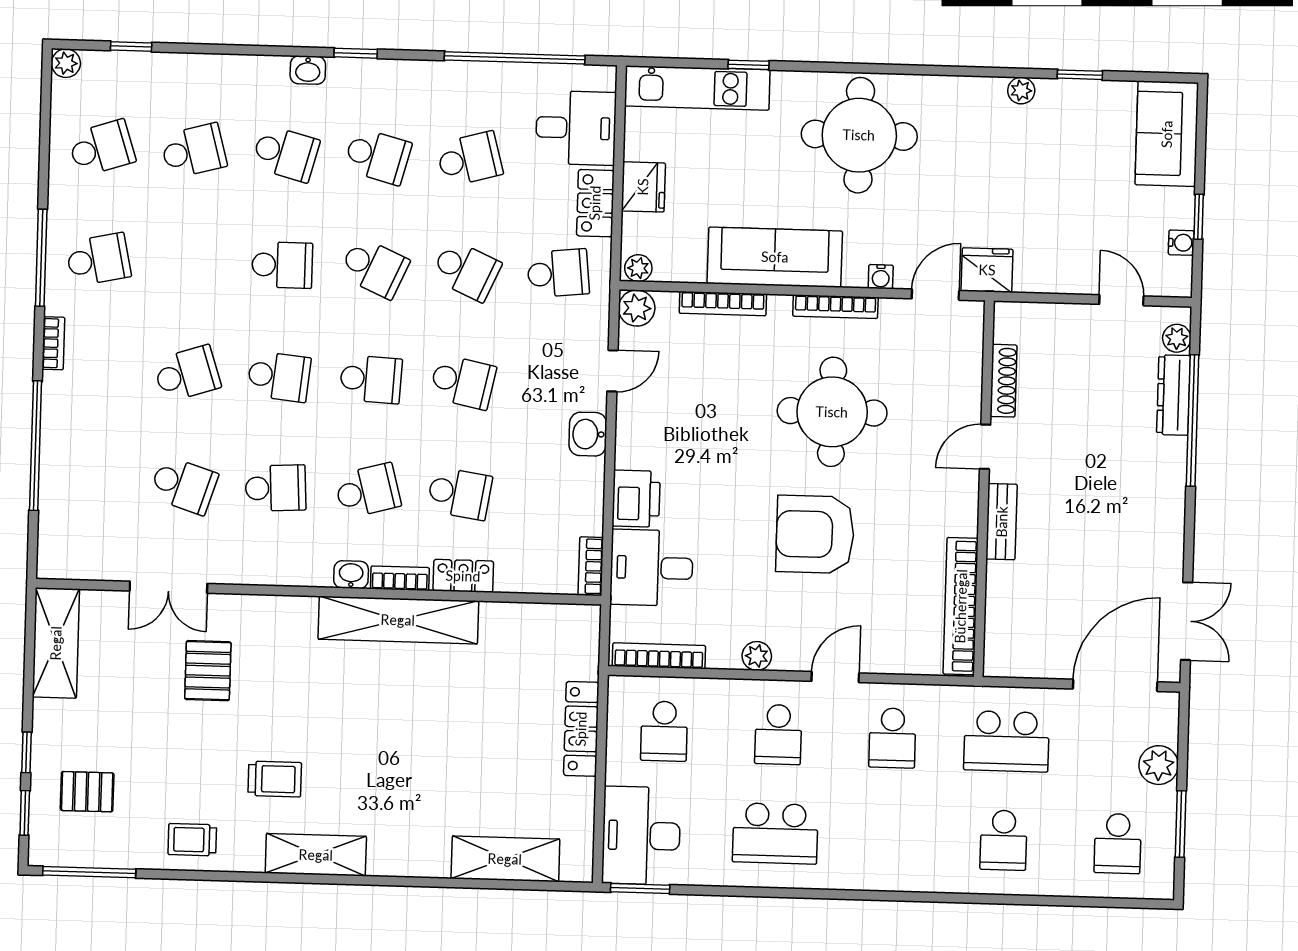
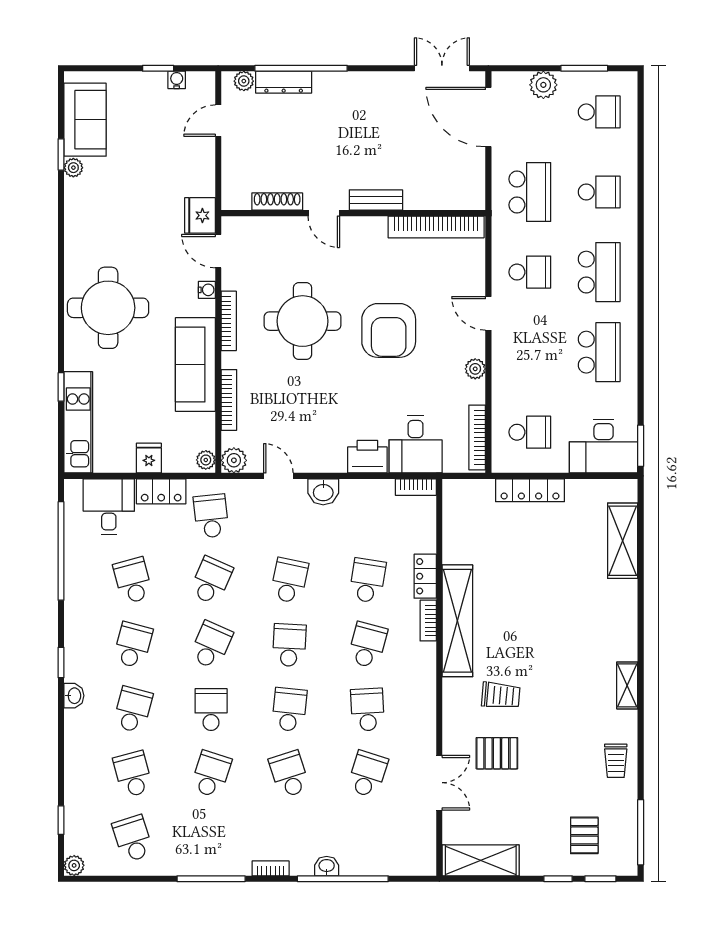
plant: (1021, 91) -> (73, 168), moved
sofa: (1167, 134) -> (85, 120), moved, turned -90
fridge: (643, 187) -> (149, 458), width x0.72
school desk: (98, 260) -> (211, 774), moved, turned 30
school desk: (368, 491) -> (367, 645), turned 30
washbasin: (351, 575) -> (327, 866), moved, turned 90
school desk: (778, 735) -> (599, 272), moved, width x1.85
trolley: (275, 779) -> (501, 695), moved, turned 95
shelving: (316, 855) -> (627, 685), width x0.67, depth x0.75

